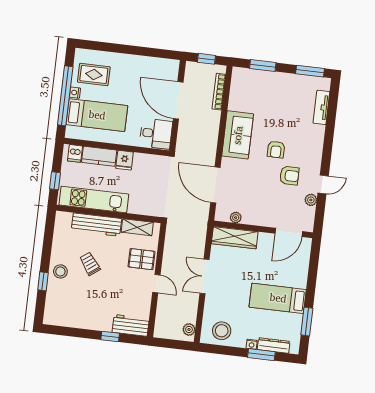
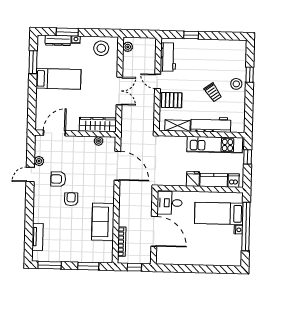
rug: (94, 75) -> (224, 246), removed
sofa: (238, 135) -> (103, 222), moved
workbench: (131, 325) -> (168, 57), moved, turned -90

